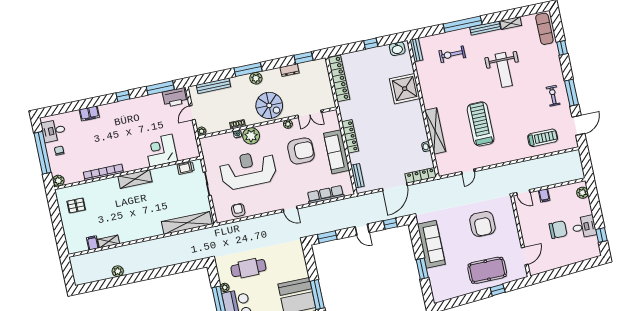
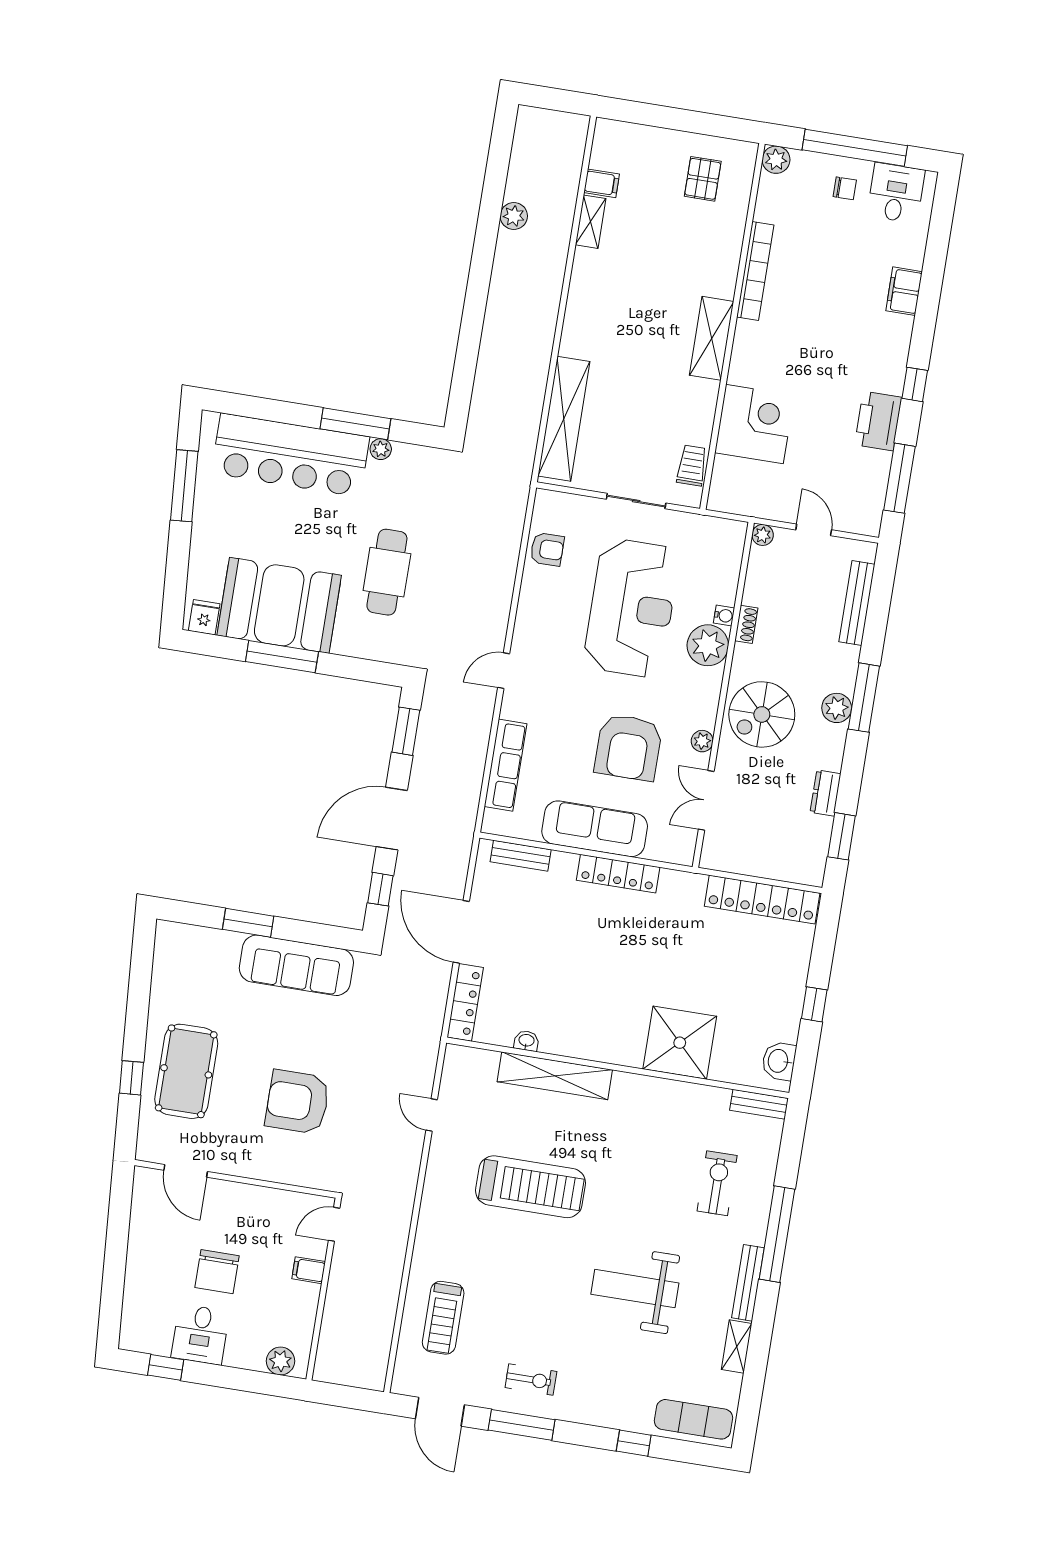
printer: (175, 97) -> (878, 421), moved
door: (362, 230) -> (392, 819), width x1.88
cafe table: (248, 268) -> (387, 572), moved

